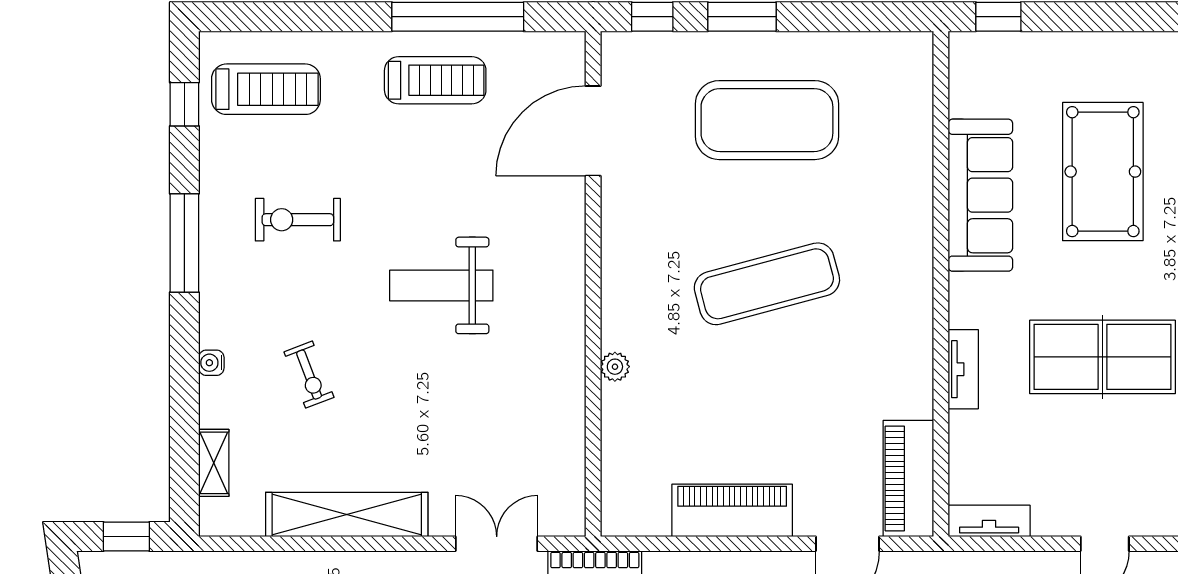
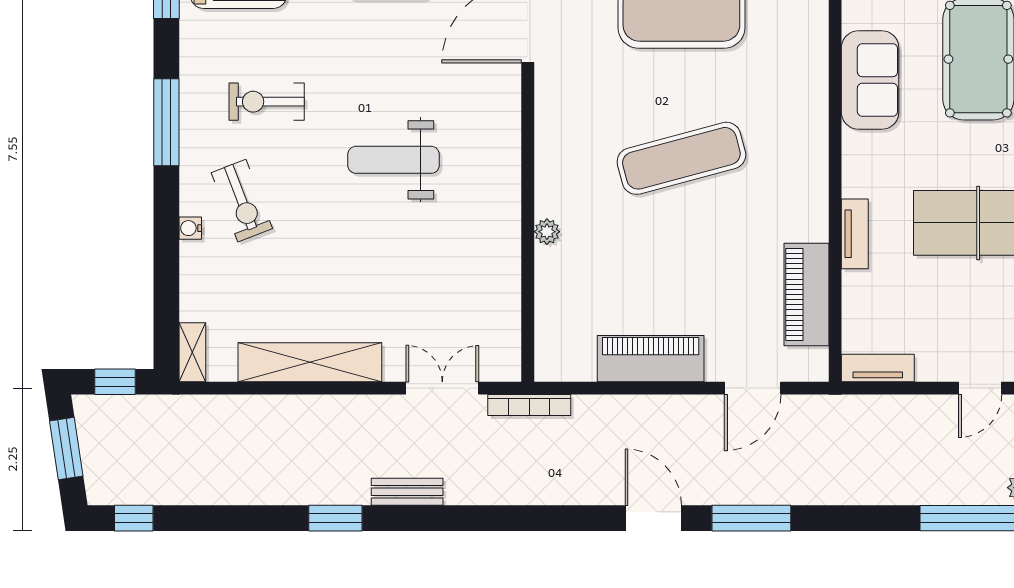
sofa: (980, 195) -> (870, 80), width x0.73
exercise bike: (309, 375) -> (242, 201), moved, width x1.38, depth x1.39
shelving: (214, 463) -> (192, 352), moved
piano: (908, 478) -> (806, 294), moved

